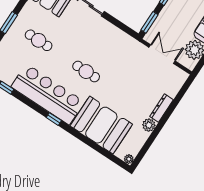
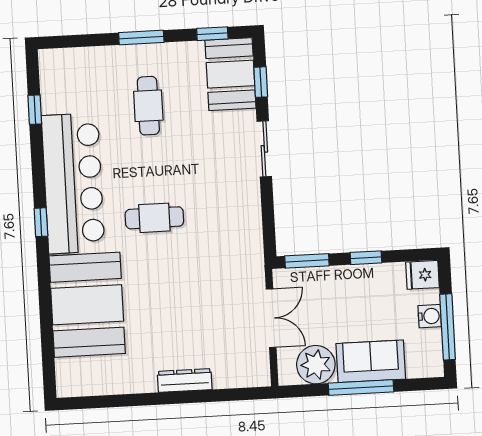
cafe table: (86, 72) -> (154, 218), turned 90
plant: (149, 125) -> (143, 380), removed
plant: (129, 159) -> (65, 388), removed

